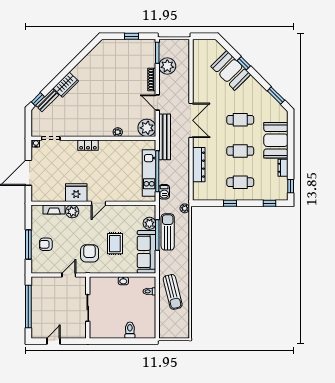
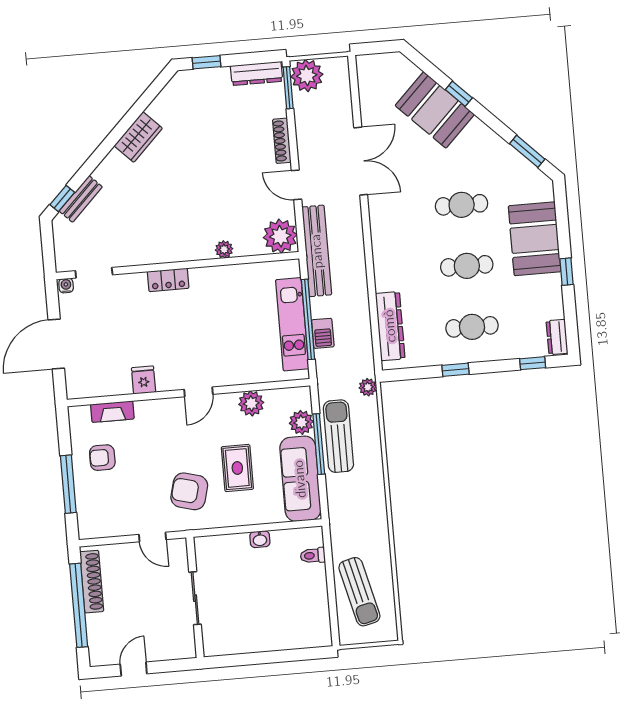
window: (132, 36) -> (207, 62), moved
dresser: (142, 44) -> (257, 73), added
plant: (167, 66) -> (307, 76), moved
wardrobe: (66, 85) -> (138, 137), moved
double door: (191, 120) -> (361, 161), moved
dresser: (199, 165) -> (390, 326), moved
dresser: (283, 168) -> (557, 337), moved
window: (291, 186) -> (567, 272), moved
barbecue: (164, 192) -> (323, 333), moved
fridge: (76, 193) -> (144, 380), width x0.53, depth x0.75
plant: (72, 211) -> (251, 403), moved
armchair: (46, 244) -> (102, 458), moved
armchair: (90, 253) -> (189, 491), turned -75
door: (69, 275) -> (153, 537), swing flipped
sun lounger: (173, 292) -> (359, 592), moved
shoe rack: (36, 295) -> (92, 582), added
toilet: (130, 330) -> (281, 634), removed

